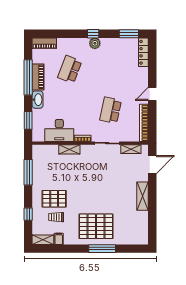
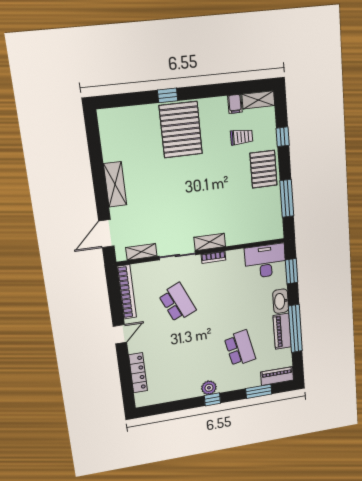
window: (129, 34) -> (259, 391), moved
locker: (143, 52) -> (138, 373), moved
school desk: (70, 69) -> (240, 348), turned -33
school desk: (111, 110) -> (177, 303), turned -36
desk: (59, 130) -> (265, 261), moved
shelving: (69, 149) -> (210, 242), moved
pallet: (54, 199) -> (263, 169), moved, turned 90
pallet: (96, 226) -> (181, 130), turned 90
window: (102, 249) -> (168, 95), width x0.46

